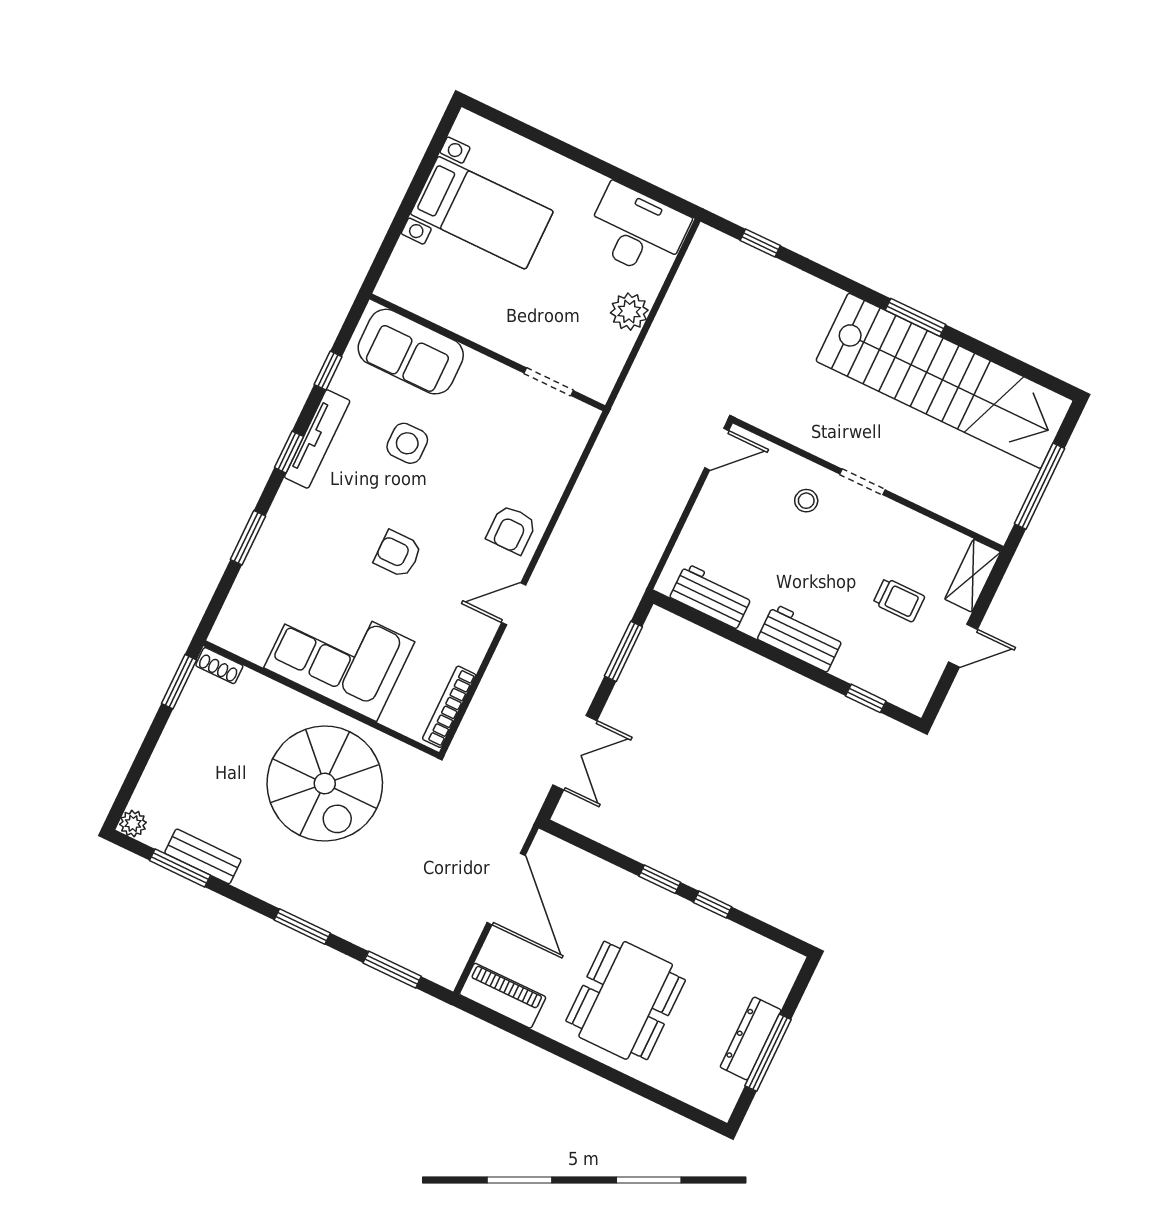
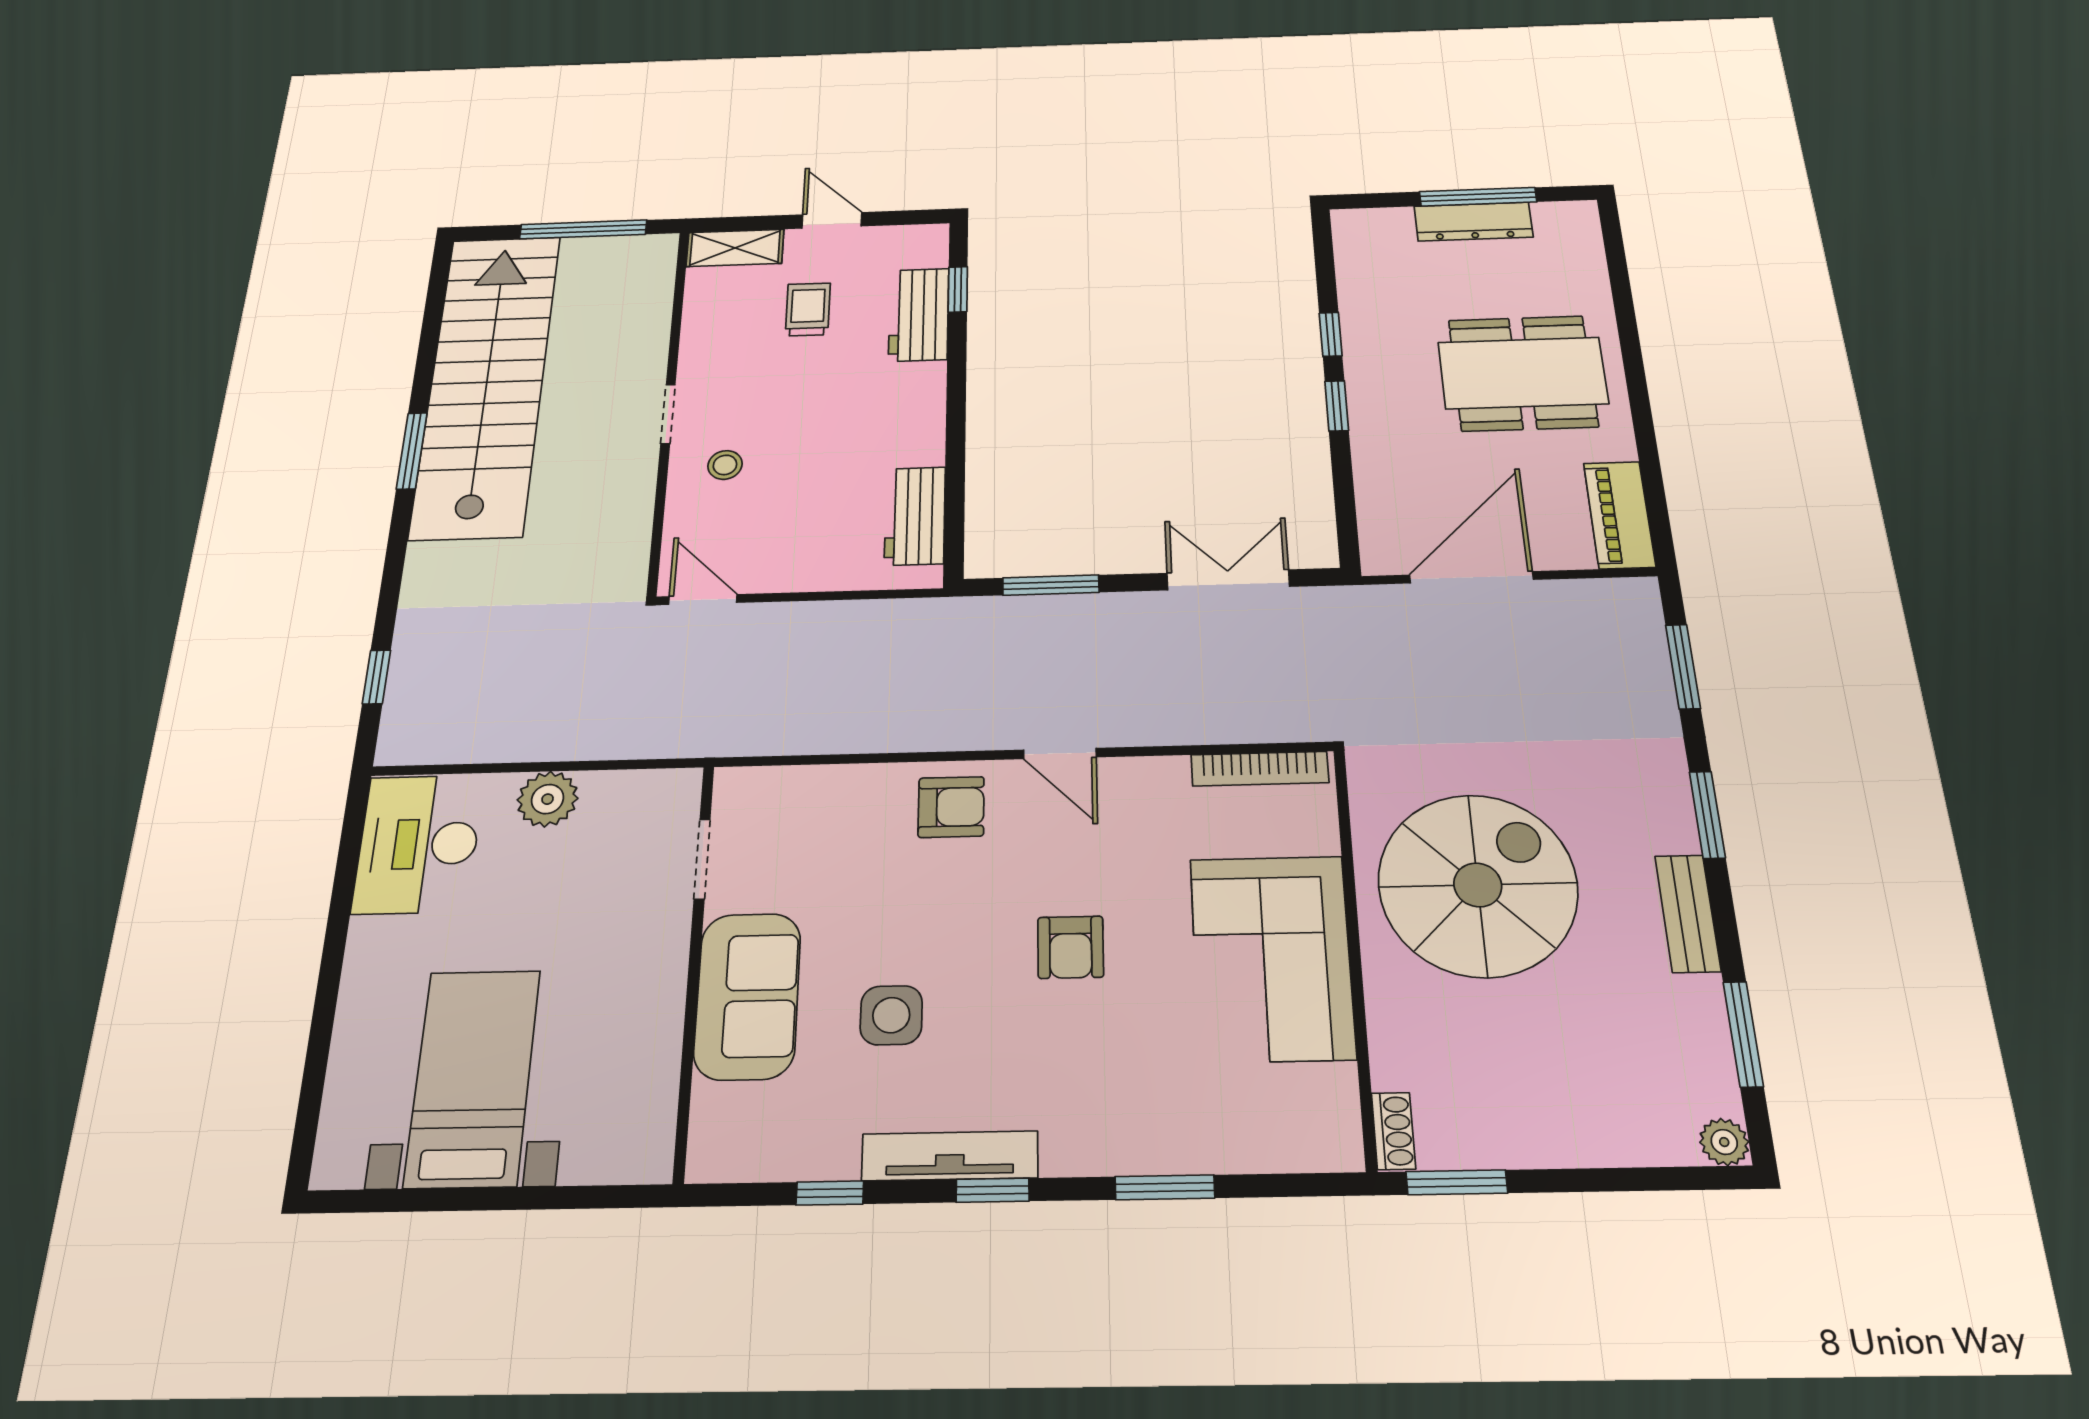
sofa: (411, 352) -> (747, 996), moved
workbench: (801, 638) -> (919, 315), moved
bench: (203, 856) -> (1688, 913), moved

